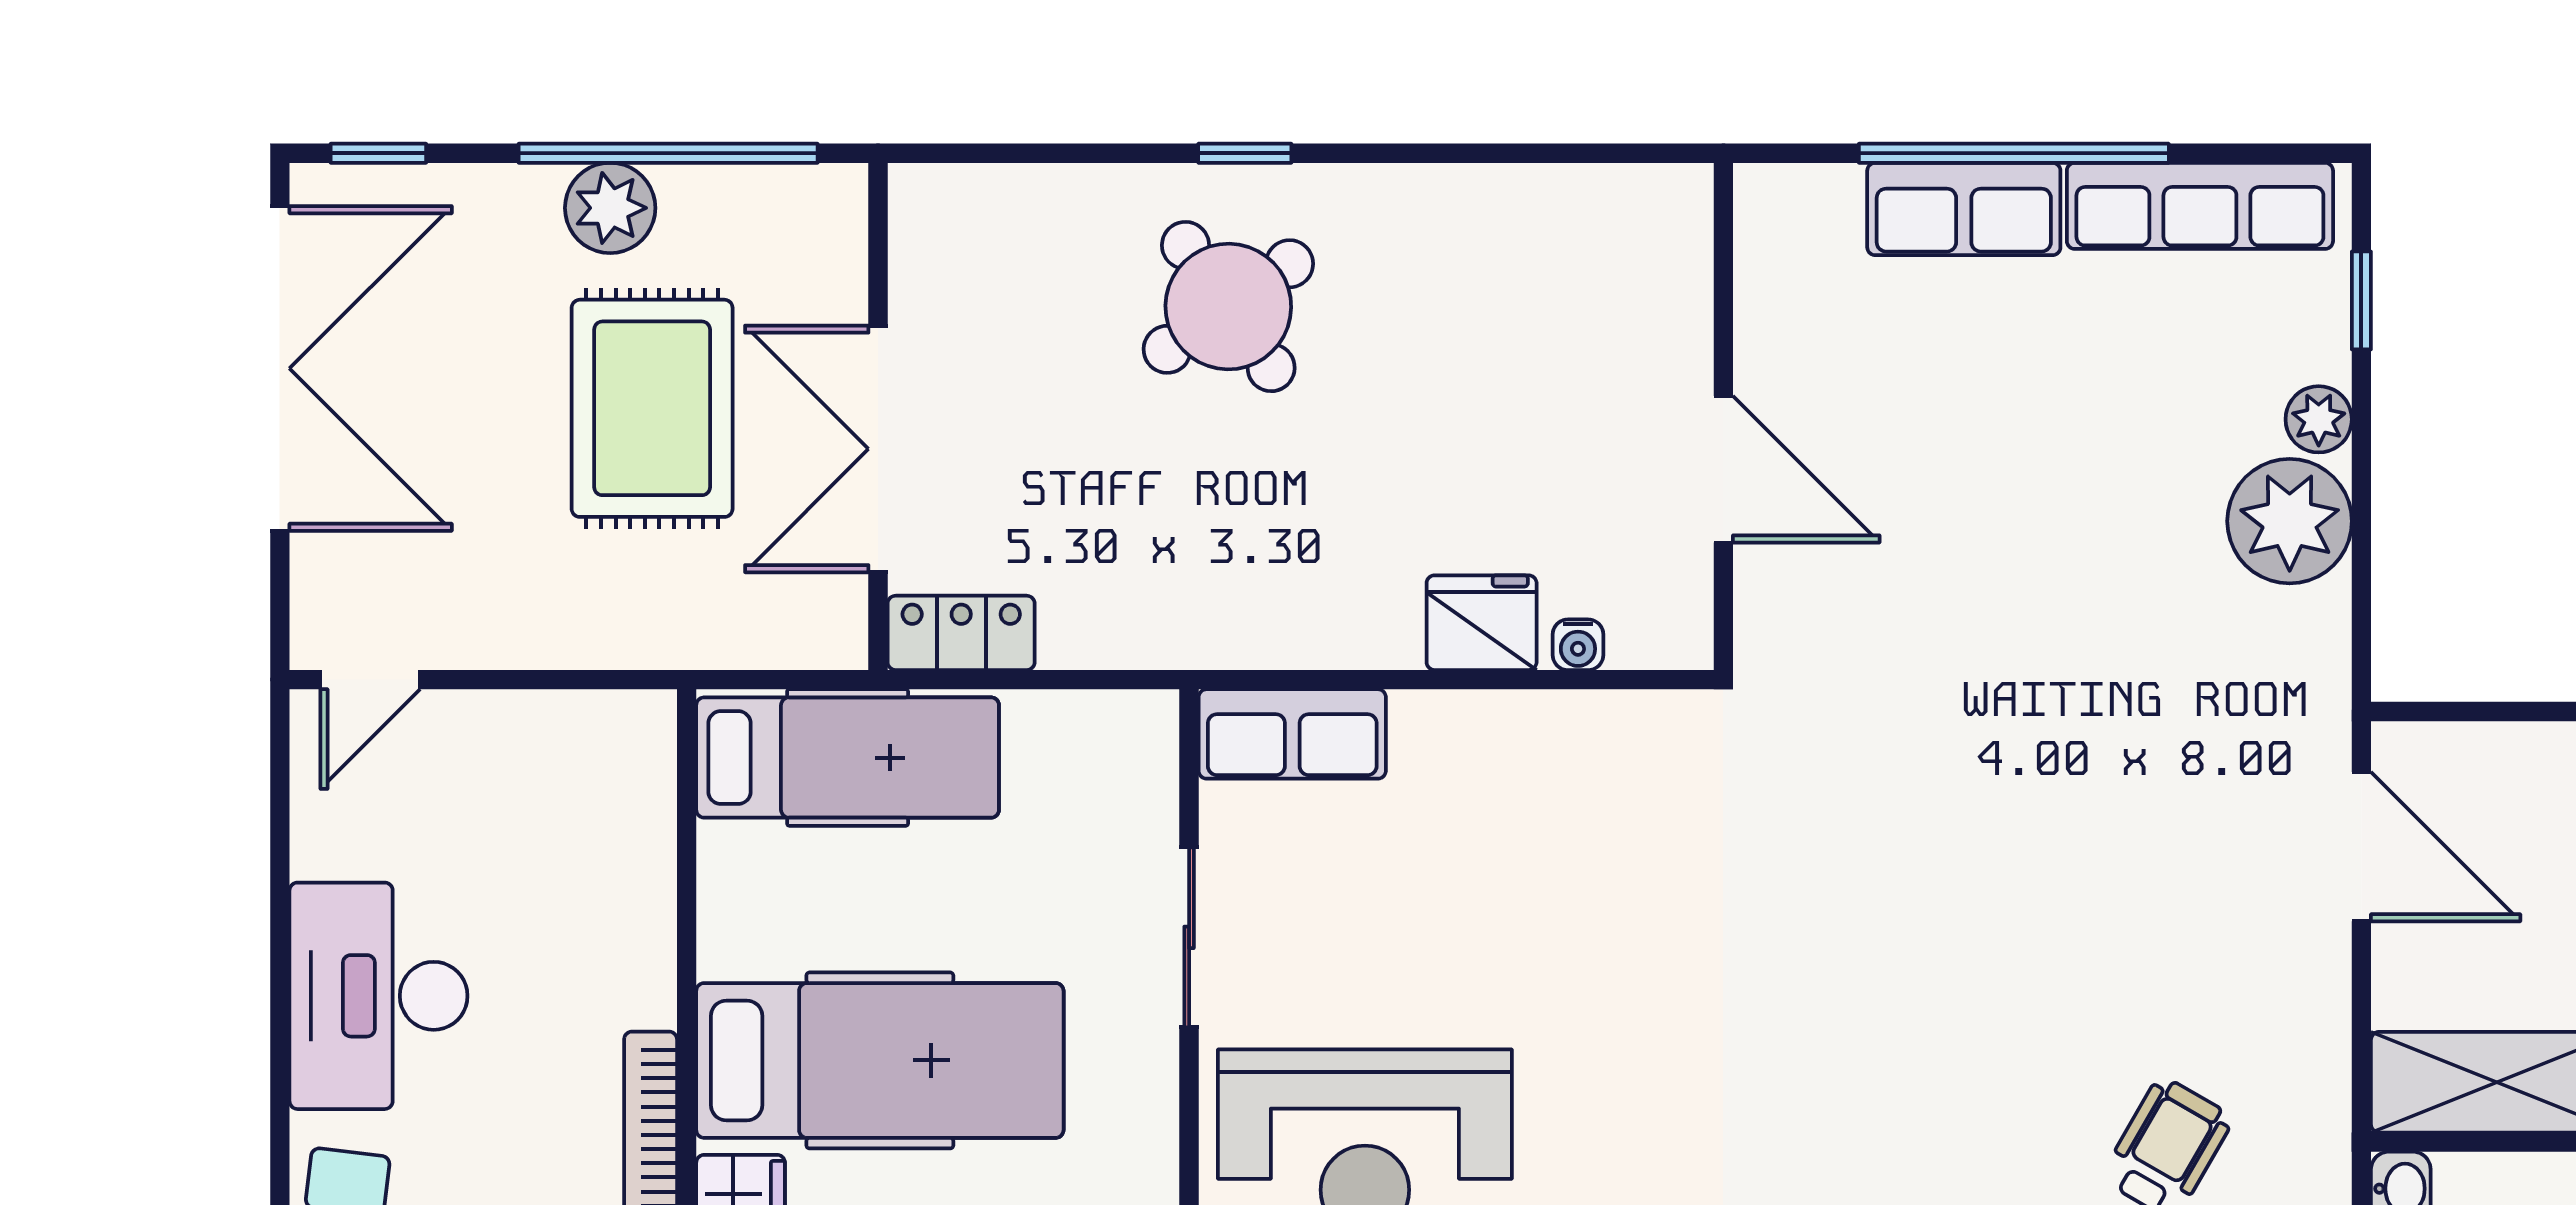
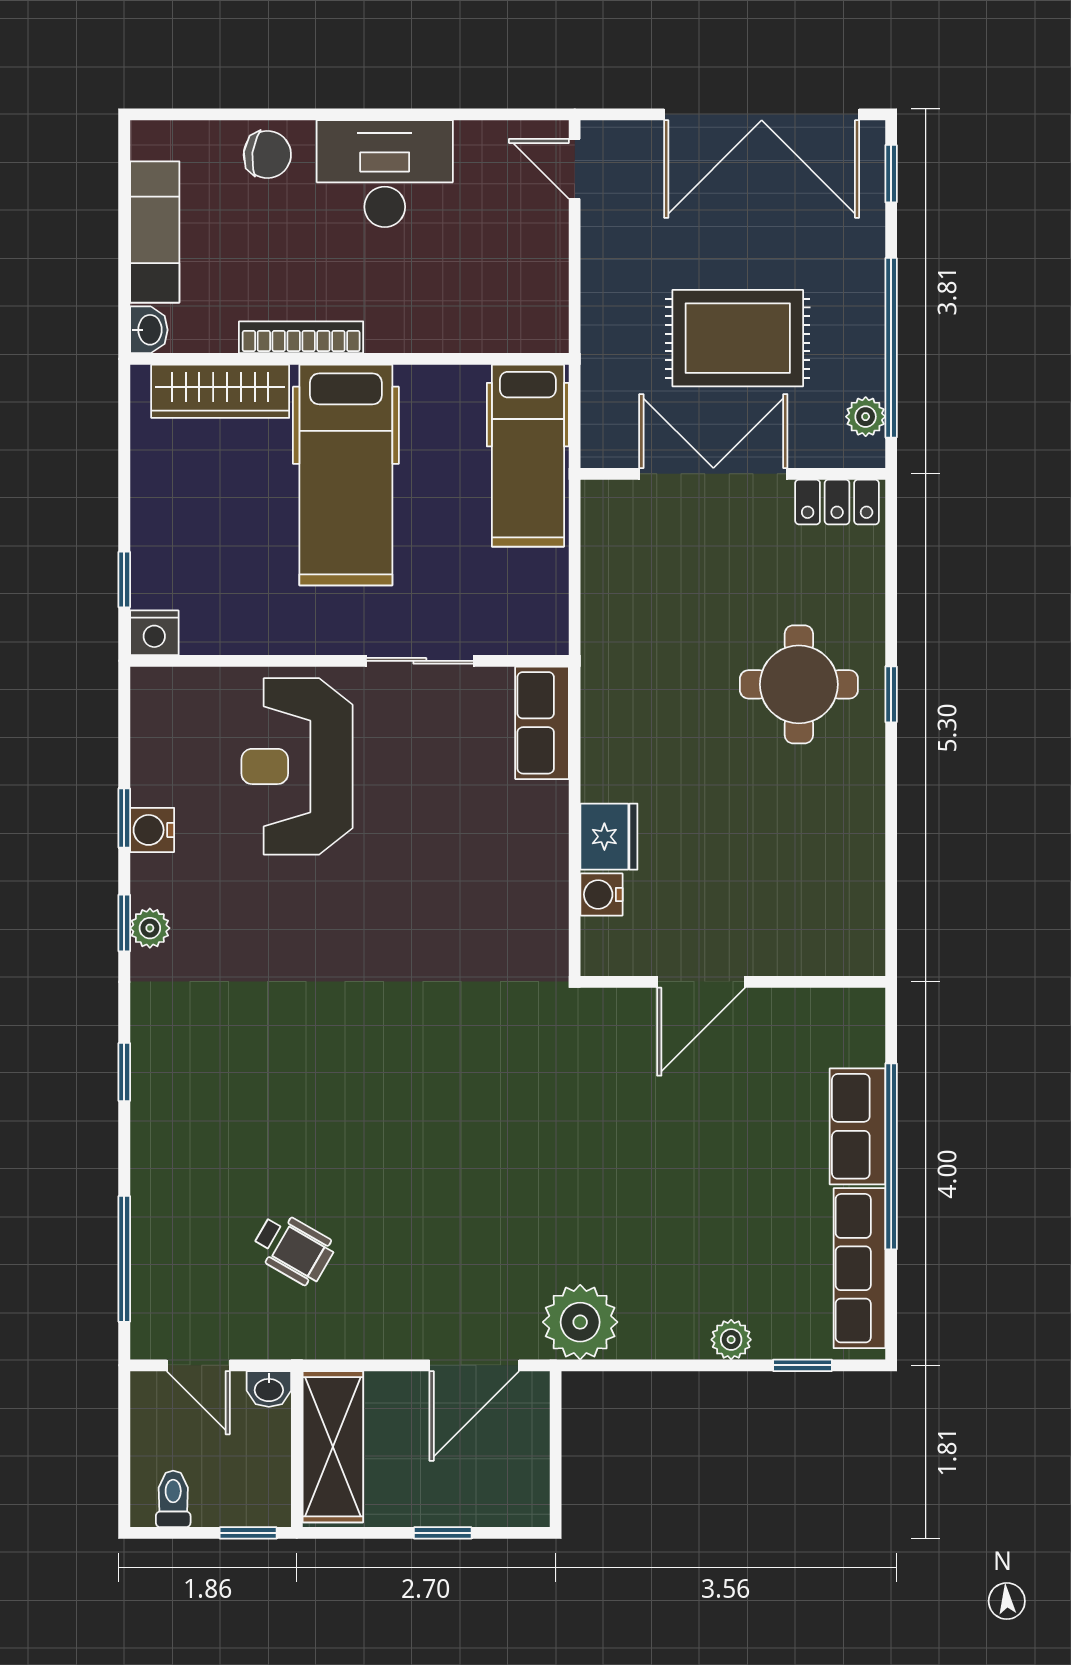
plant: (610, 208) -> (866, 417), moved, width x0.73, depth x0.73
round table: (1228, 307) -> (799, 684), turned 35
plant: (2290, 521) -> (580, 1322), moved
locker: (961, 633) -> (837, 502), moved, turned 90
water cooler: (1578, 645) -> (601, 894), width x1.38, depth x1.38

